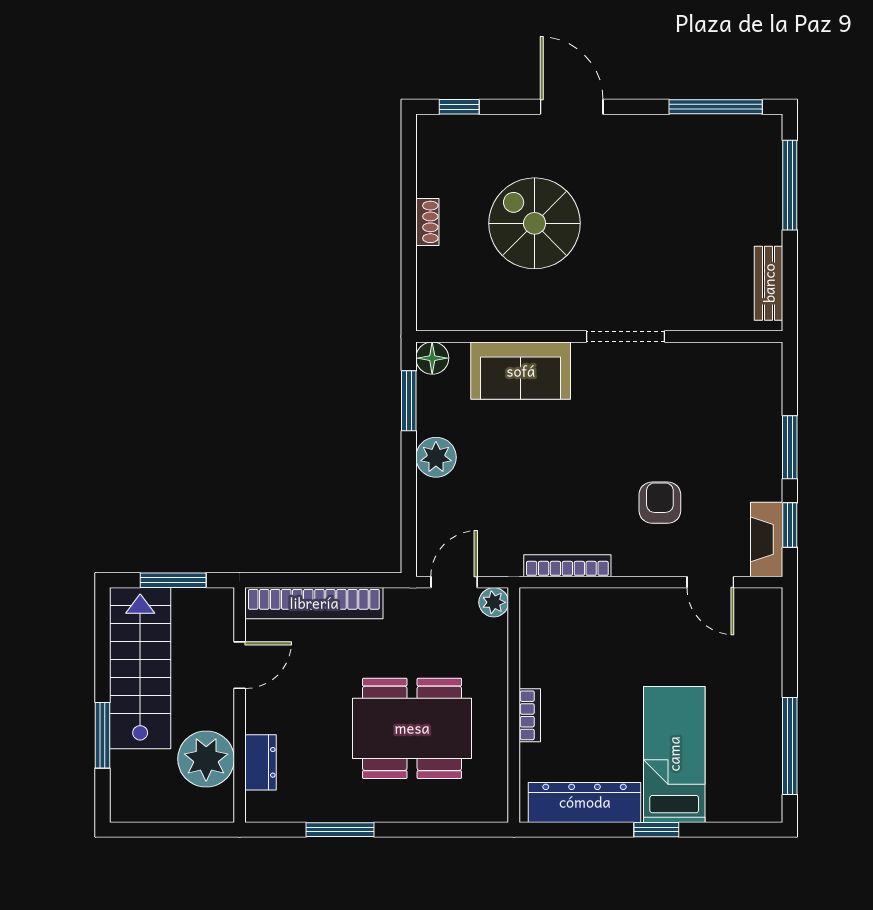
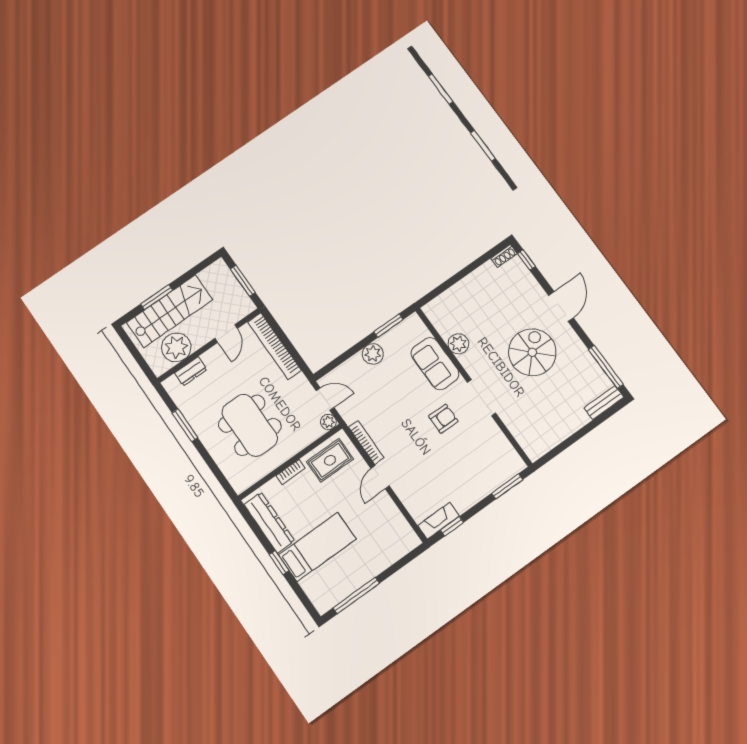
window: (790, 185) -> (596, 422), removed
shoe rack: (427, 222) -> (504, 256), moved
spiral stairs: (535, 223) -> (532, 352), moved
bench: (769, 283) -> (604, 403), moved
plant: (516, 311) -> (458, 344), added
floor lamp: (432, 358) -> (413, 323), removed
window: (790, 447) -> (507, 486), moved
armchair: (660, 503) -> (443, 419), moved
door: (710, 582) -> (380, 477), moved
rug: (555, 641) -> (330, 460), added
door: (240, 665) -> (226, 333), hinge flipped
stairs: (140, 668) -> (170, 311), moved

